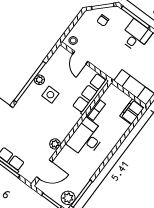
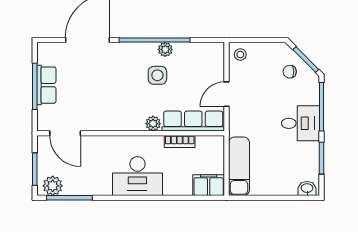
door: (80, 58) -> (227, 94), moved
desk: (86, 138) -> (137, 176), moved, turned 180
plant: (55, 144) -> (153, 124), moved

